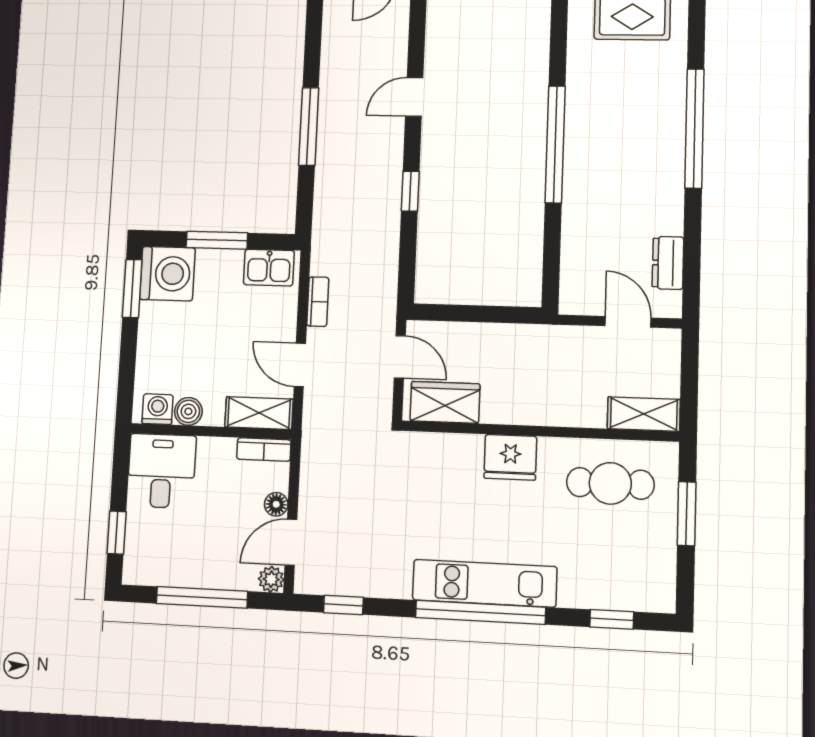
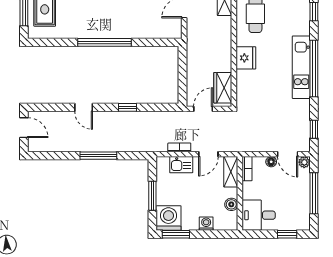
kitchen sink: (269, 268) -> (181, 165), moved, turned 90
washing machine: (158, 409) -> (206, 224), moved, turned 90

